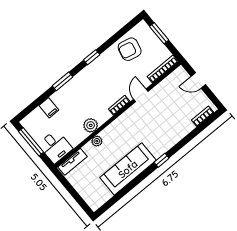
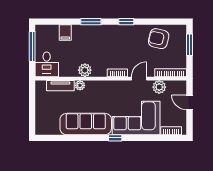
plant: (163, 88) -> (159, 87), added
corner sofa: (165, 130) -> (136, 118), added
tv unit: (73, 162) -> (60, 86), moved

